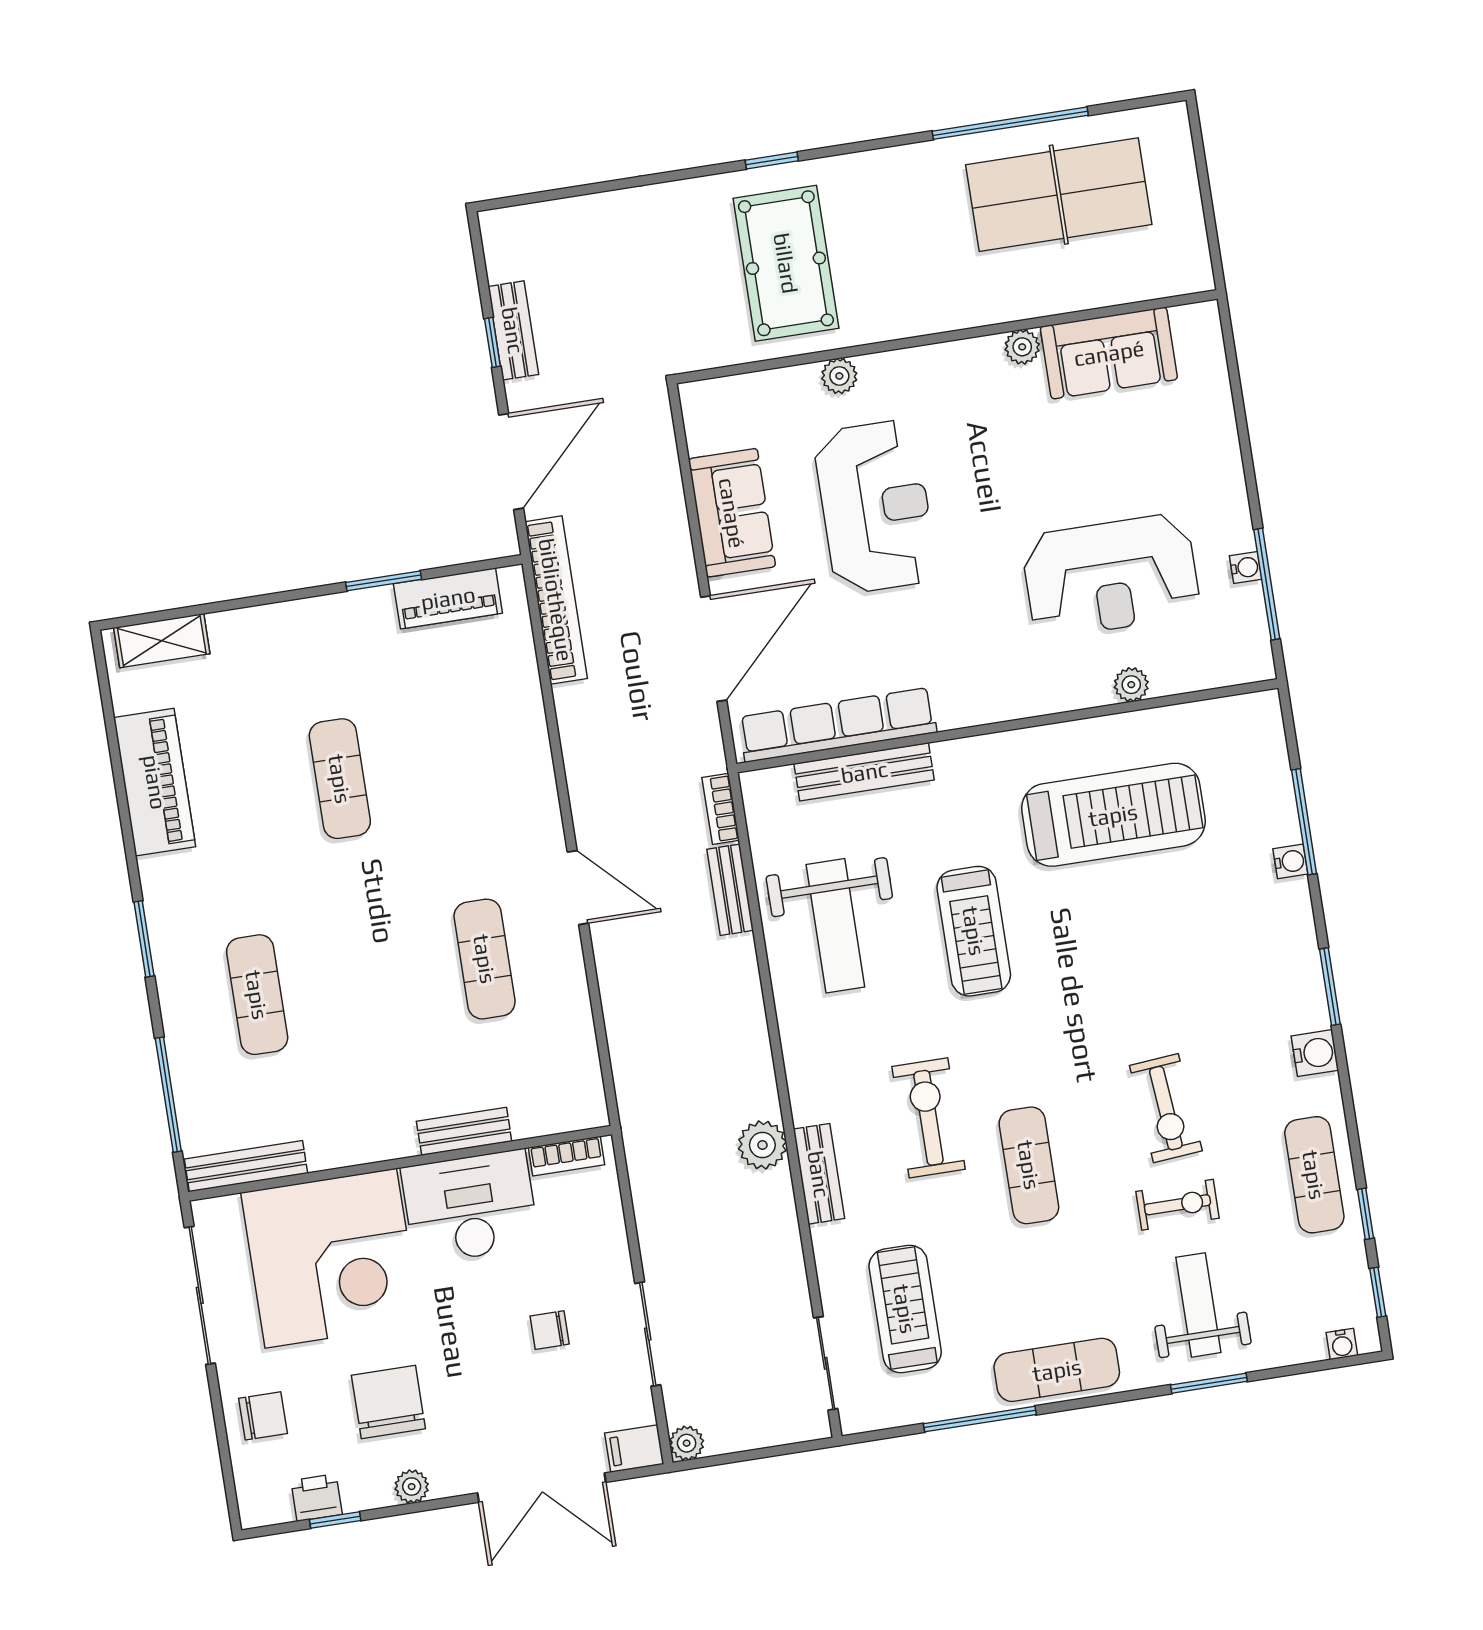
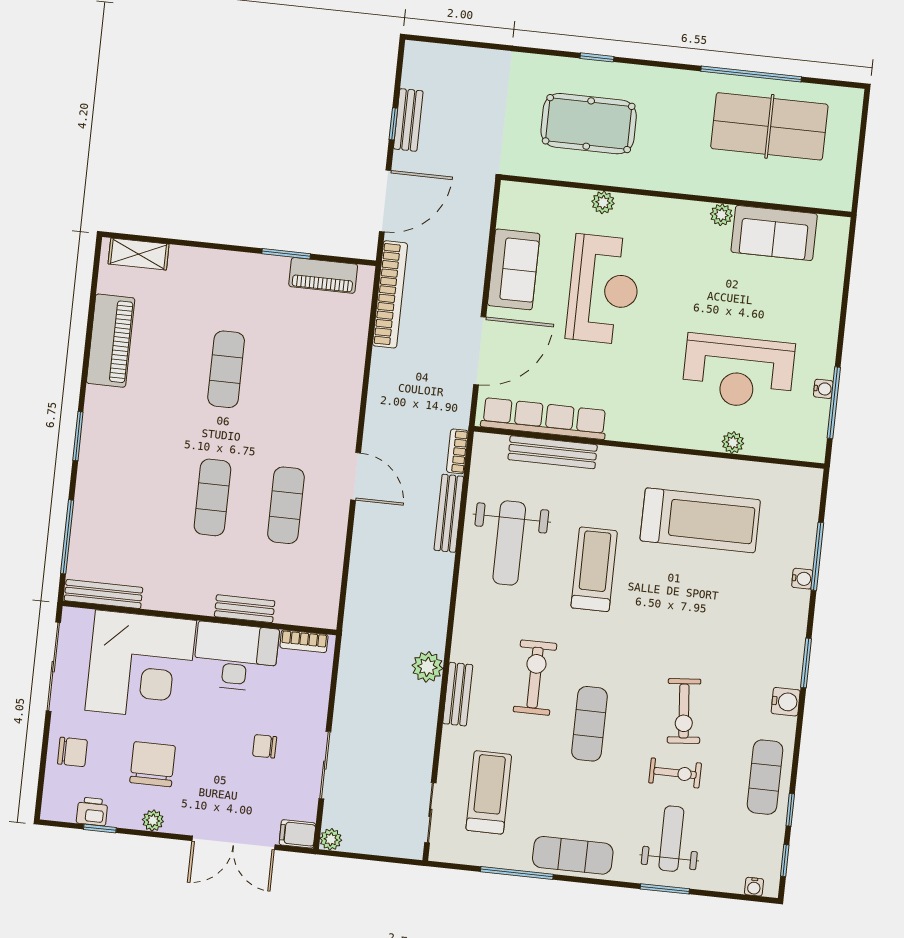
pool table: (786, 263) -> (589, 124), turned 90
bench: (730, 890) -> (449, 513), width x1.36
treadmill: (974, 931) -> (594, 569), turned 180
exercise mat: (257, 995) -> (212, 497), moved

